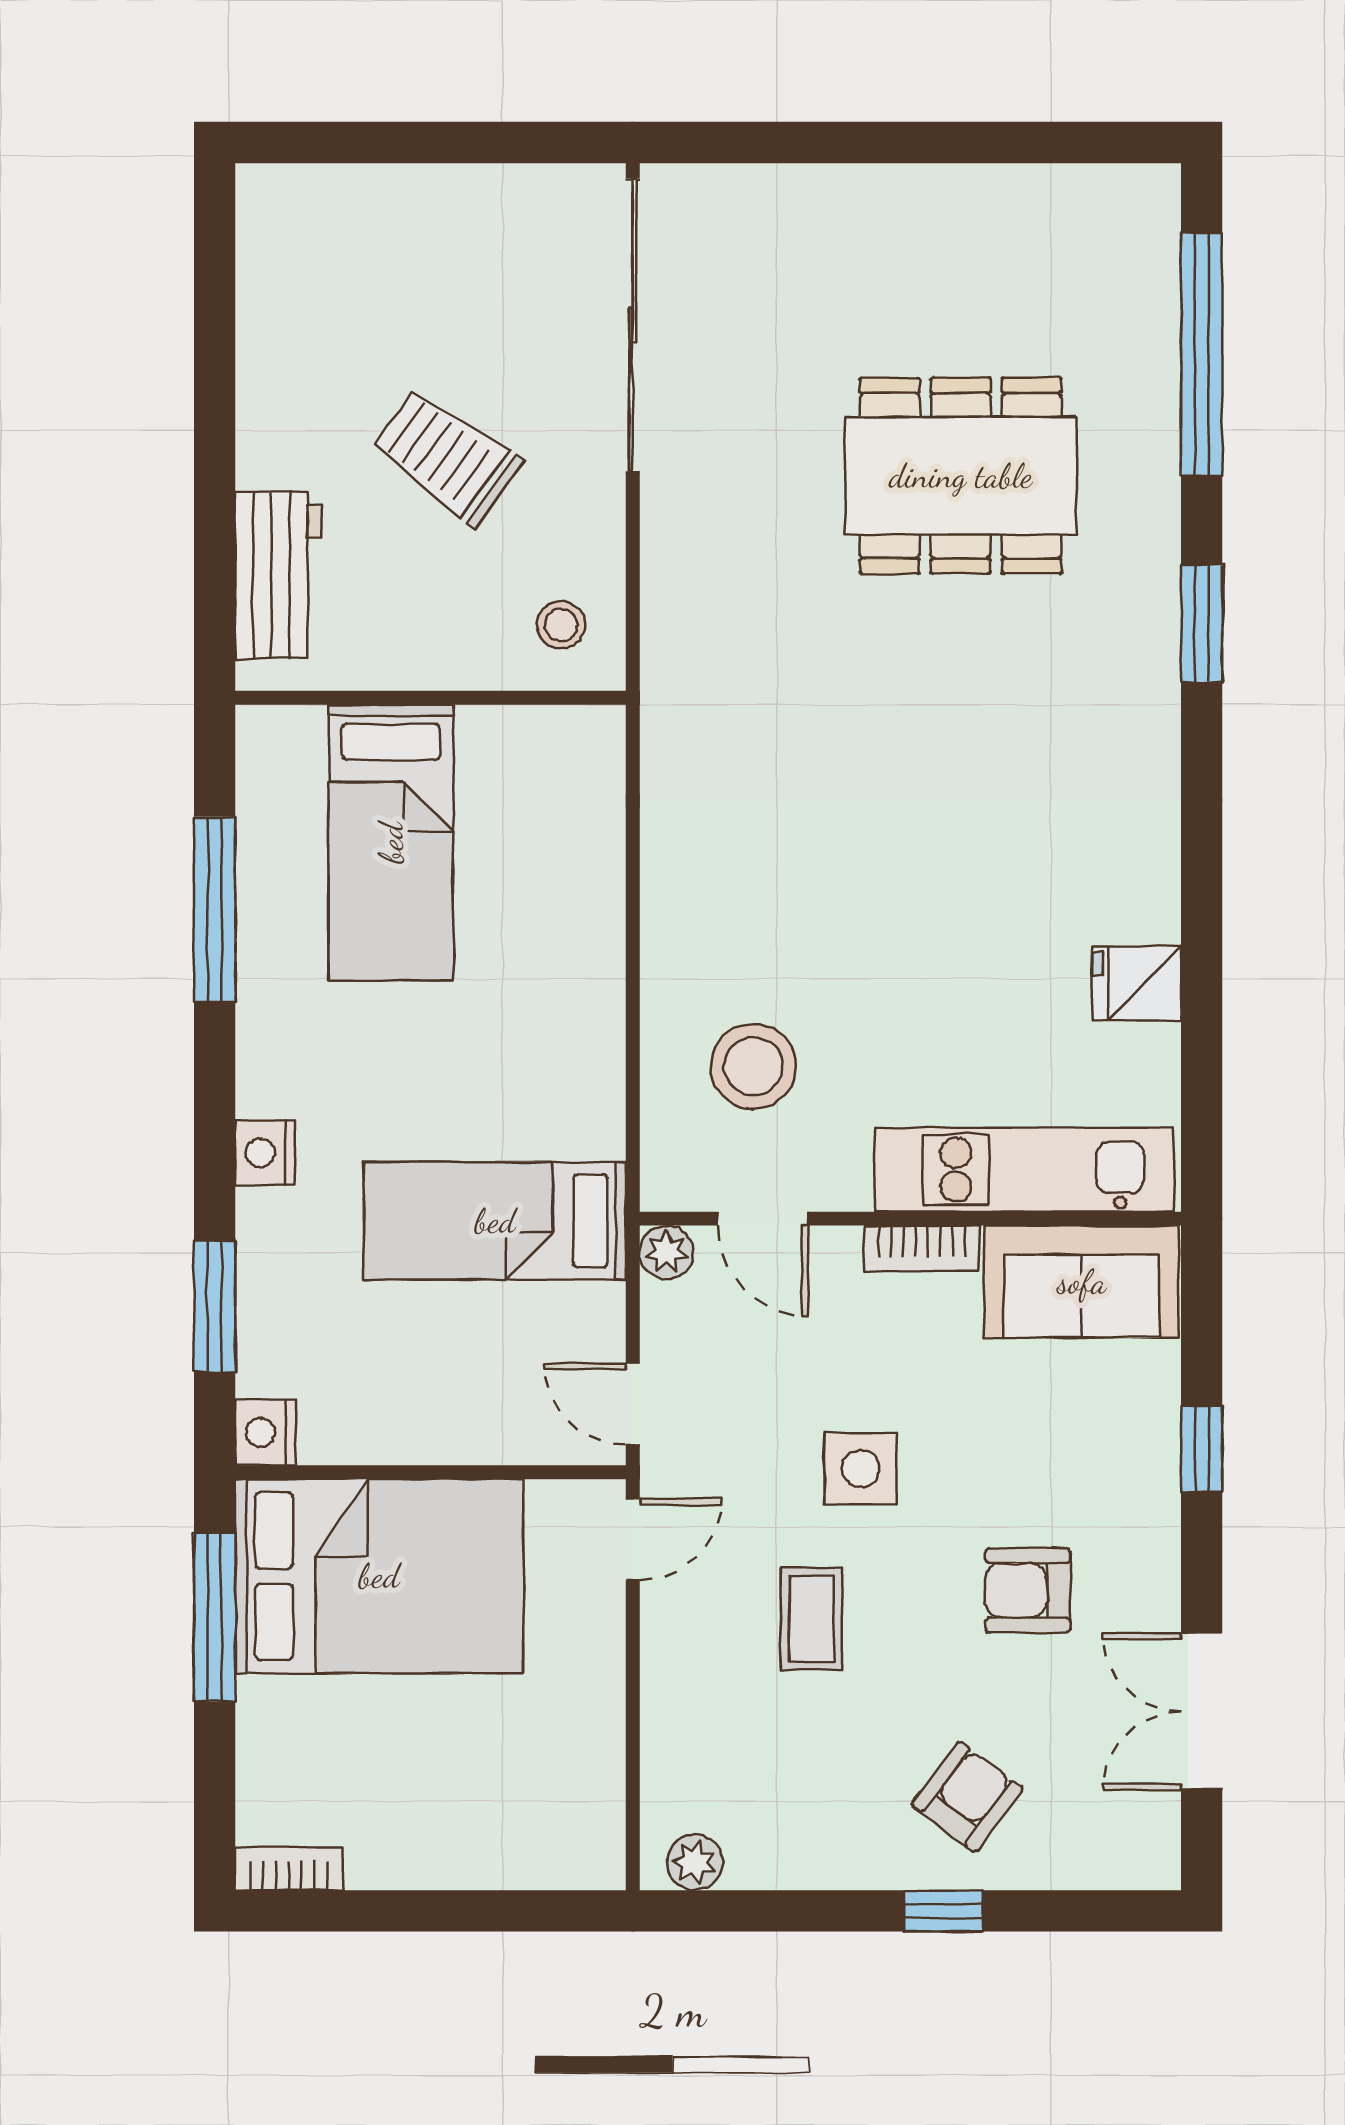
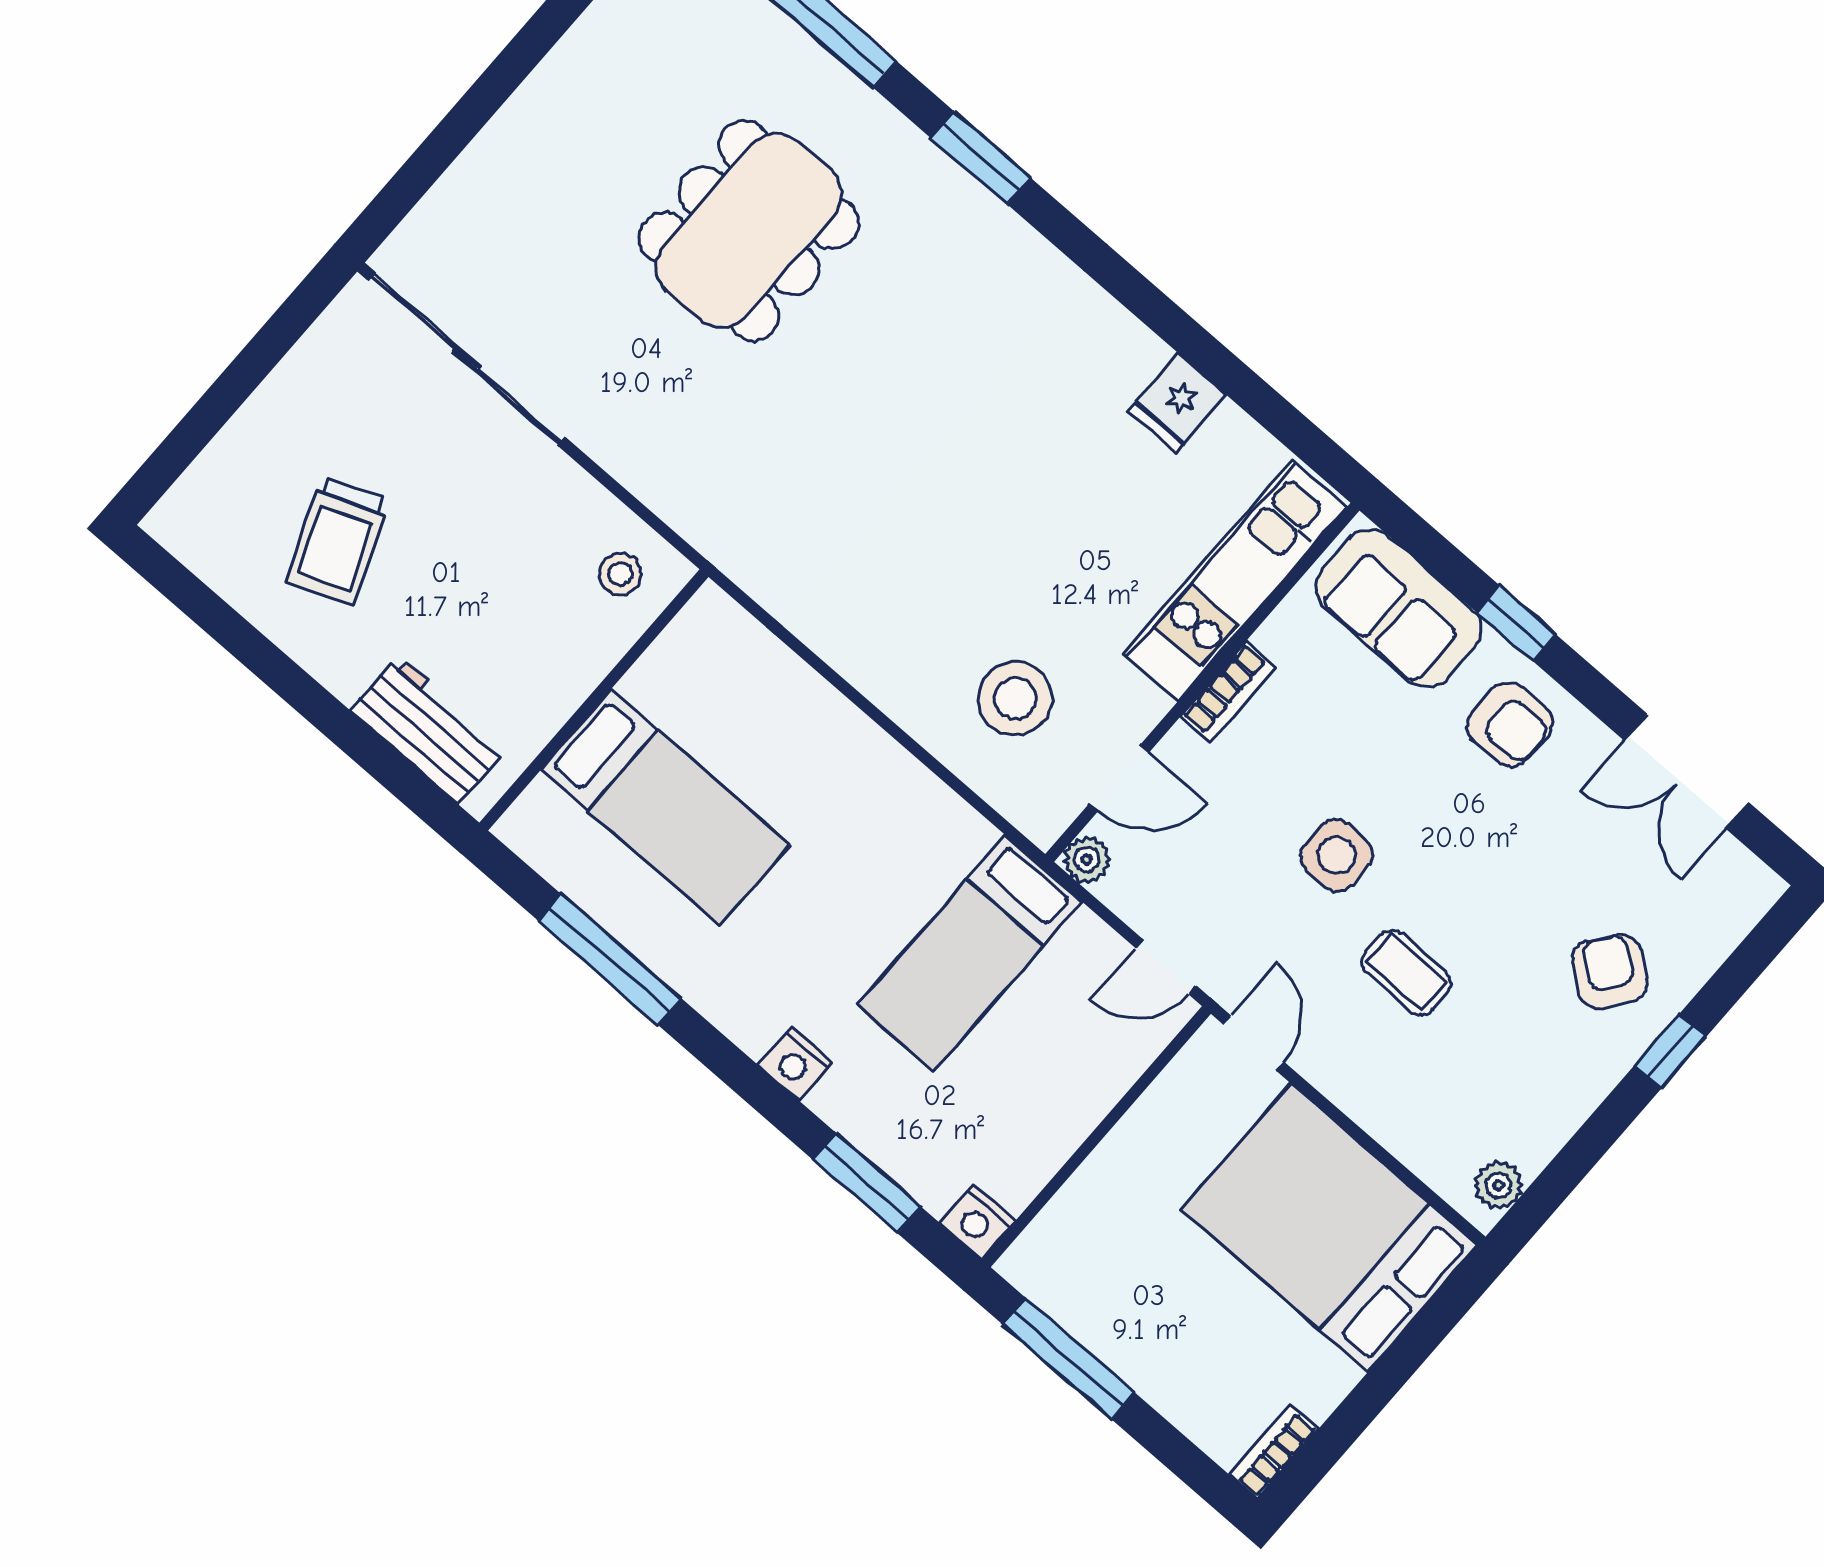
trolley: (446, 457) -> (338, 541), moved, turned -58
sofa: (1082, 1282) -> (1398, 608), moved, turned 90
bed: (379, 1576) -> (1330, 1228), moved, turned -90
armchair: (1028, 1590) -> (1510, 725), moved, turned -90

